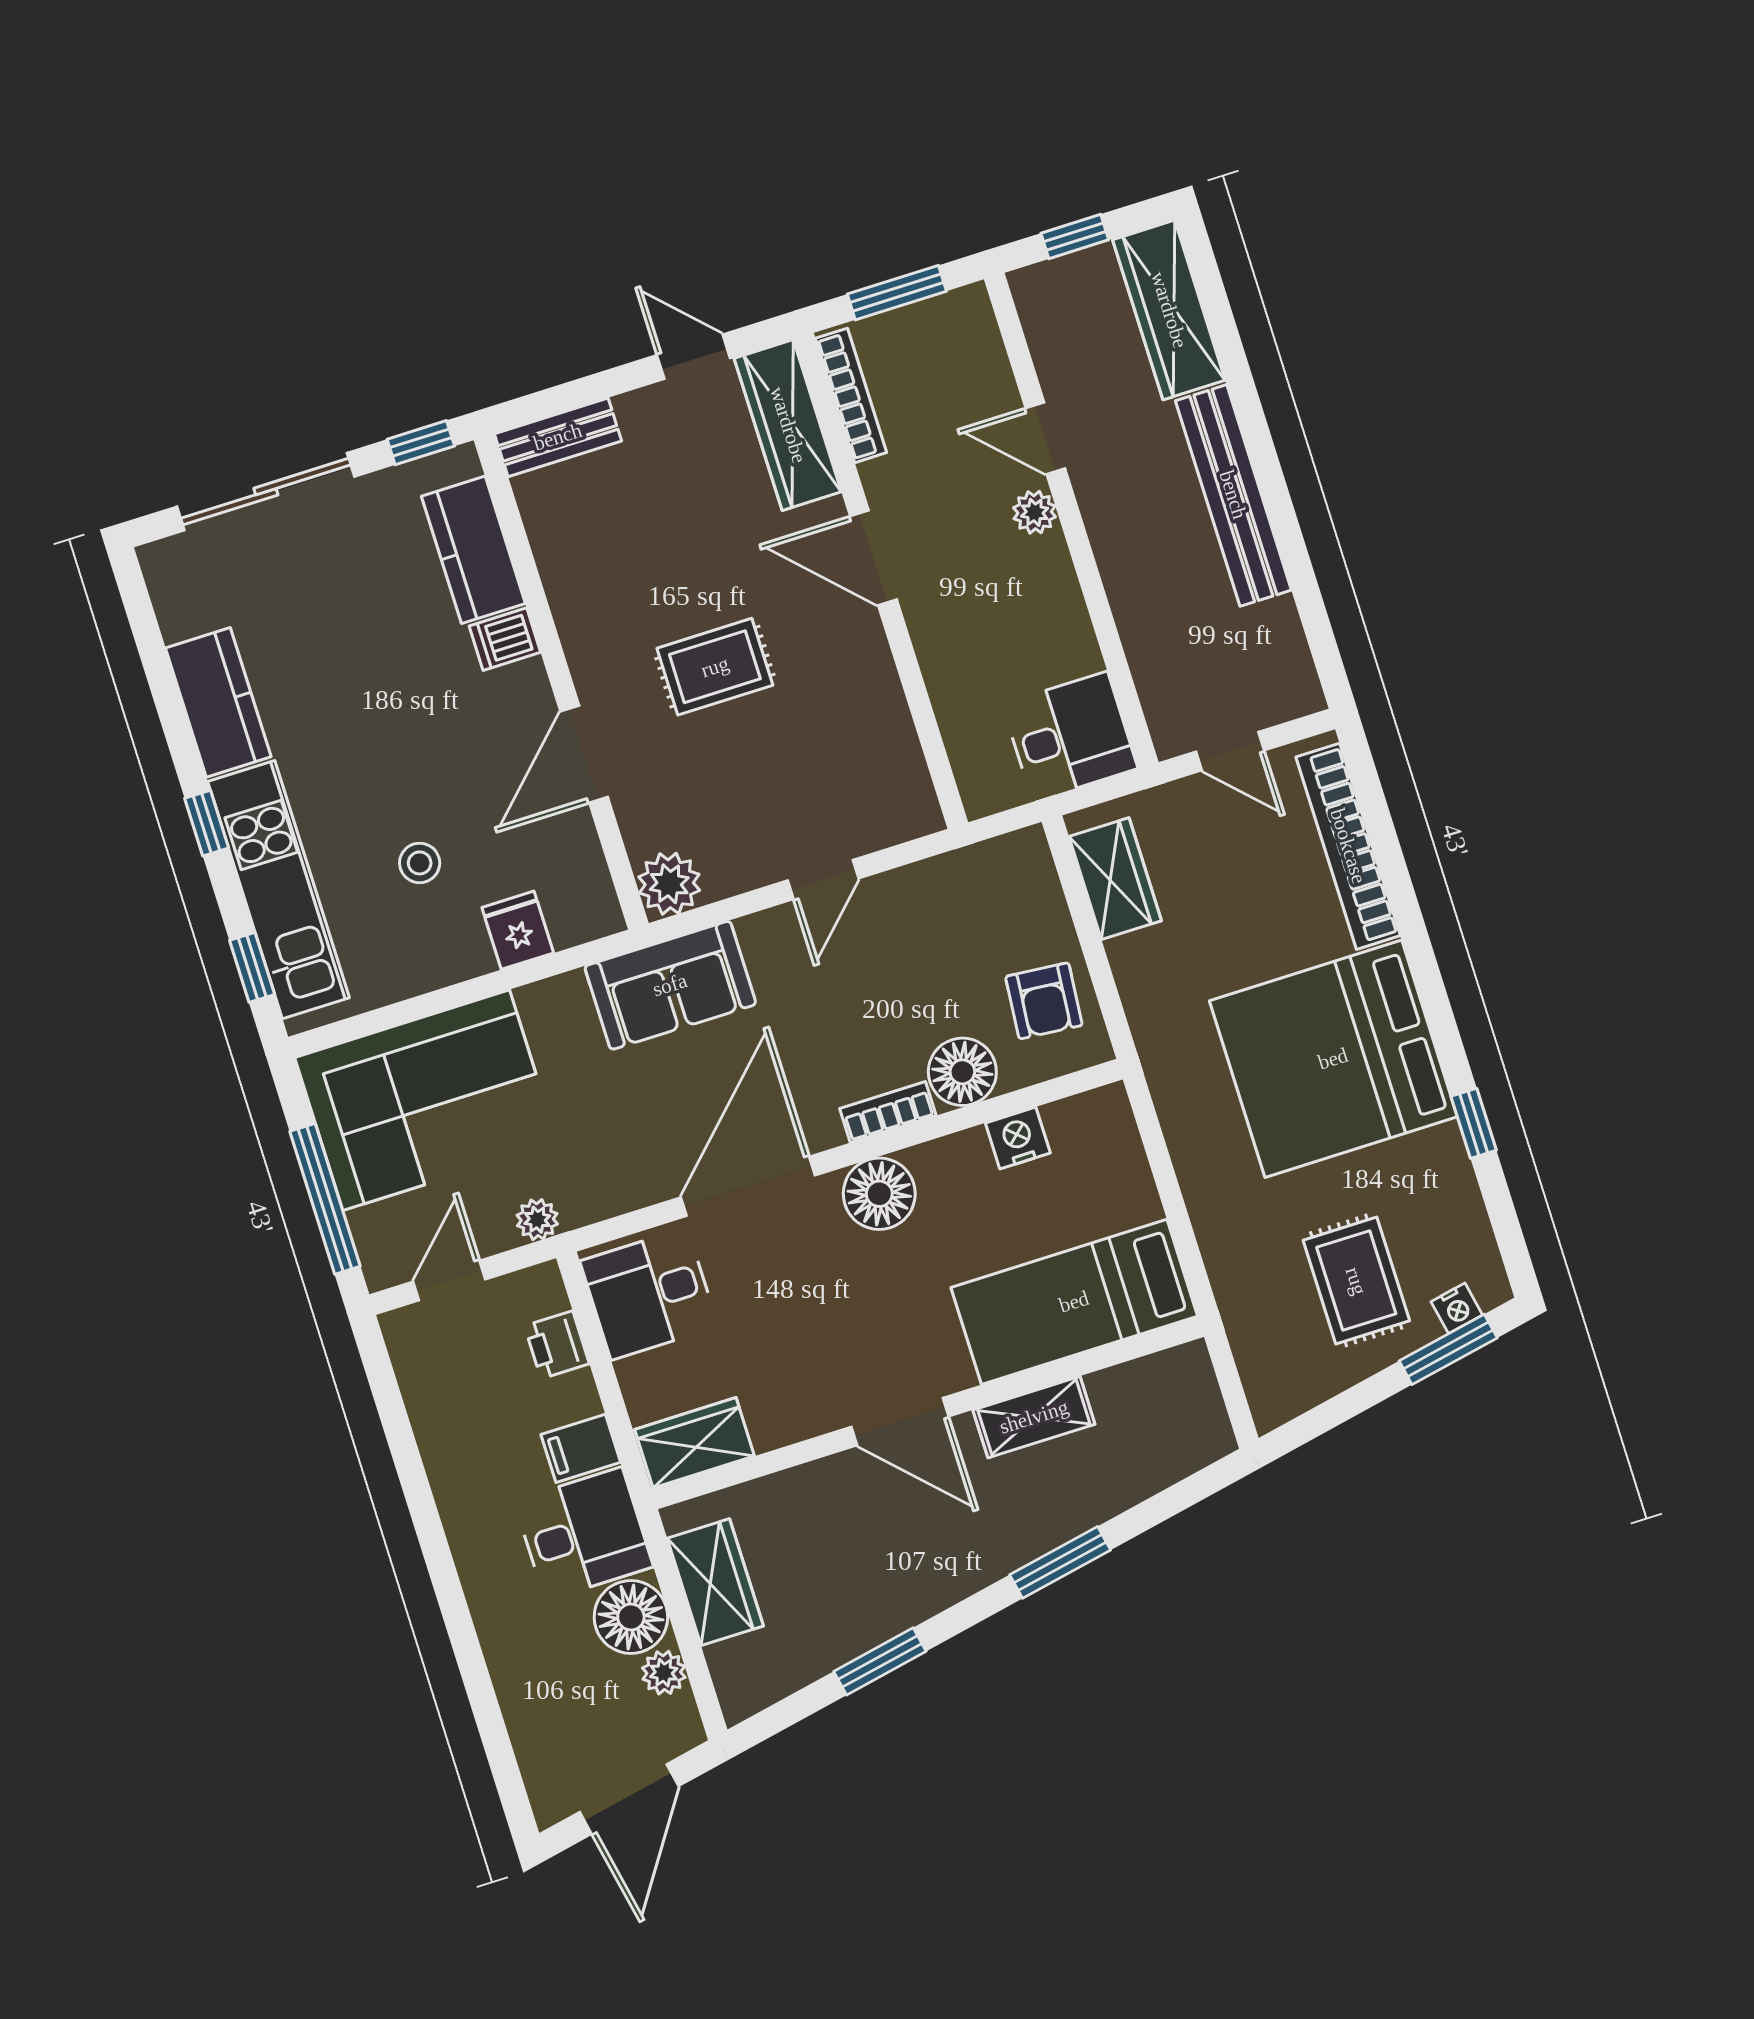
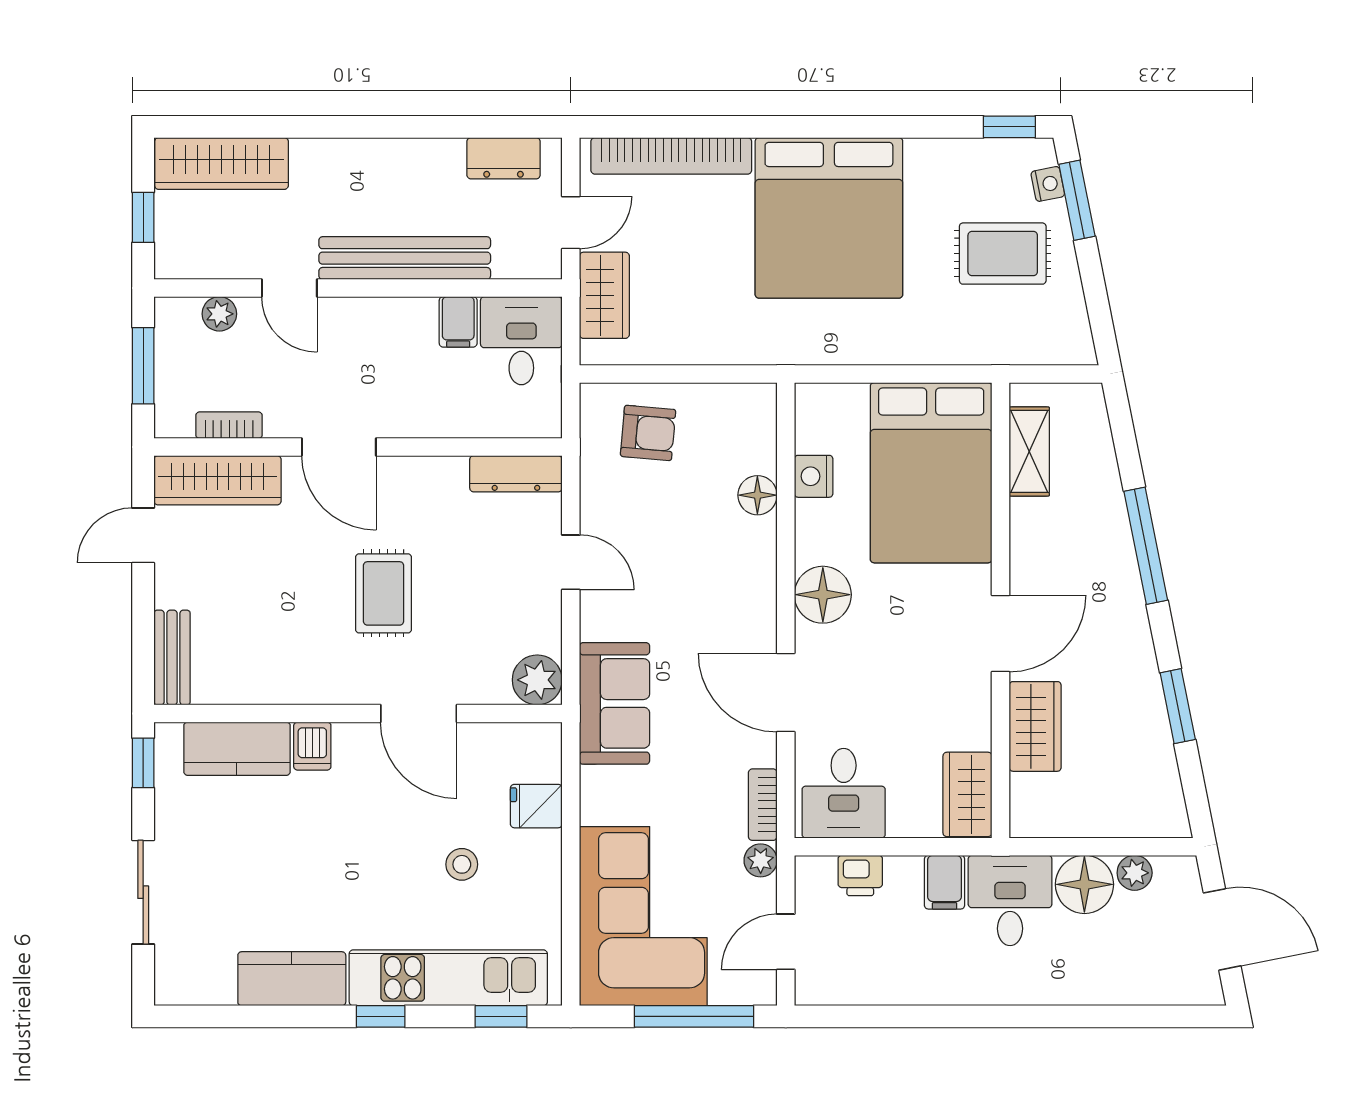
bookcase: (851, 395) -> (229, 425), width x0.64
door: (1045, 438) -> (289, 288), hinge flipped
sliding door: (266, 492) -> (143, 892), width x0.73
bench: (1233, 495) -> (405, 258), moved
plant: (1035, 512) -> (219, 314), moved
door: (873, 558) -> (339, 447), hinge flipped
dresser: (1282, 646) -> (504, 158), added
filing cabinet: (1069, 654) -> (458, 322), added
dresser: (908, 780) -> (516, 474), added
wardrobe: (1115, 879) -> (604, 295), moved, turned 90
armchair: (1044, 1001) -> (648, 433), moved
floor lamp: (962, 1072) -> (757, 495), width x0.73, depth x0.73
bookcase: (888, 1112) -> (763, 805), moved
window: (1474, 1123) -> (1009, 127), moved
door: (748, 1186) -> (786, 693), width x0.73
door: (449, 1280) -> (786, 942), hinge flipped
bed: (1074, 1302) -> (931, 473), width x1.50
shelving: (1034, 1417) -> (1029, 451), moved
window: (1060, 1562) -> (1146, 546), width x1.44
wardrobe: (715, 1582) -> (1035, 726), moved, turned 90

